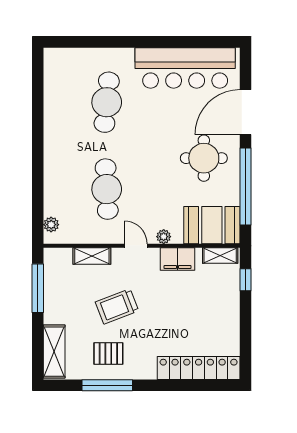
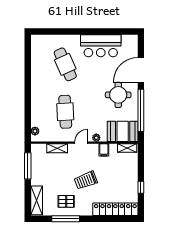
bar counter: (185, 68) -> (101, 46), width x0.73
cafe table: (107, 102) -> (65, 64), turned -30
door: (136, 246) -> (81, 143), hinge flipped
filing cabinet: (177, 259) -> (104, 150), width x0.50
window: (245, 280) -> (141, 187), moved
trolley: (117, 306) -> (86, 180), moved

